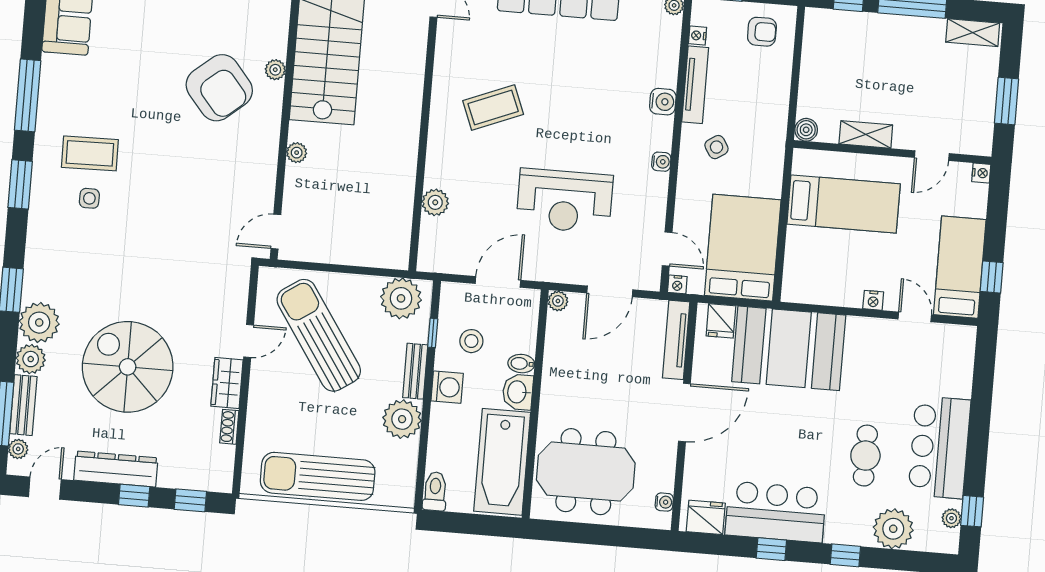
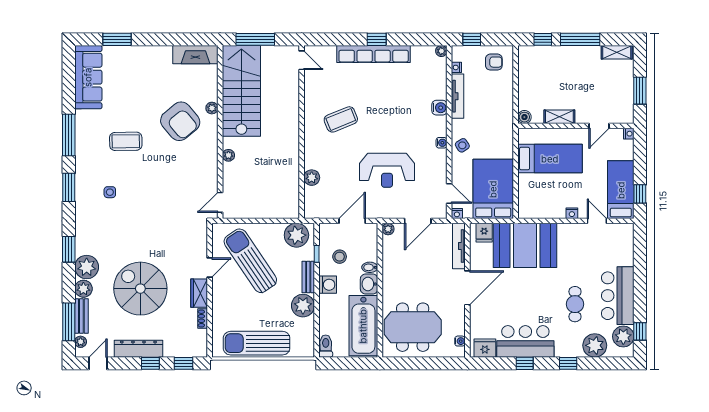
side table: (716, 147) -> (462, 145), moved
coffee table: (90, 153) -> (126, 141), moved
plant: (951, 518) -> (623, 336), width x1.88, depth x1.88

